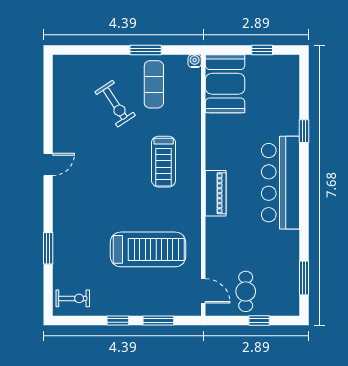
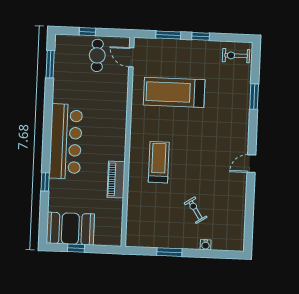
water cooler: (195, 61) -> (206, 245), moved
exercise mat: (154, 84) -> (164, 224), removed
booth: (225, 84) -> (70, 229), moved, turned 90
exercise bike: (115, 104) -> (196, 210), width x0.73, depth x0.72
piano: (216, 193) -> (116, 180), moved

